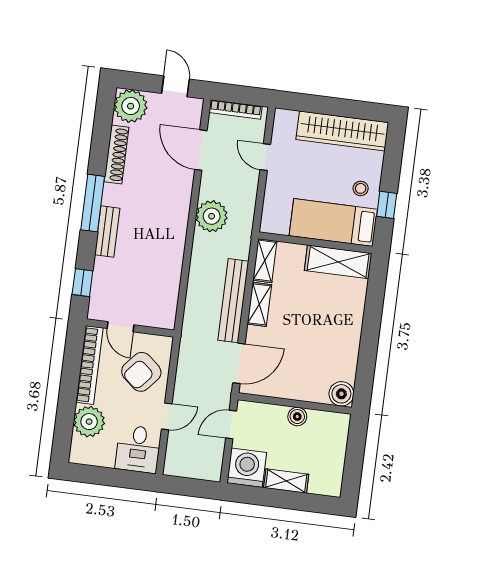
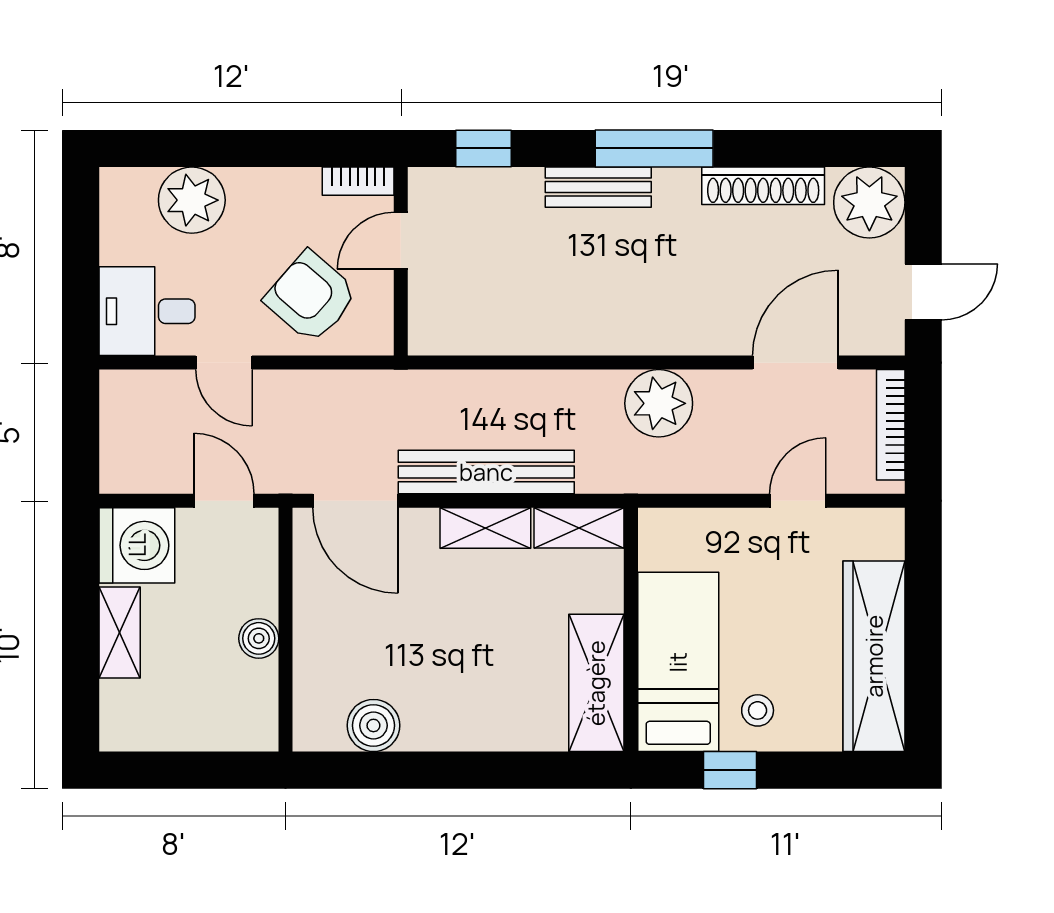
bookcase: (89, 365) -> (358, 181), width x0.43, depth x0.76
boiler: (341, 394) -> (373, 725), moved

